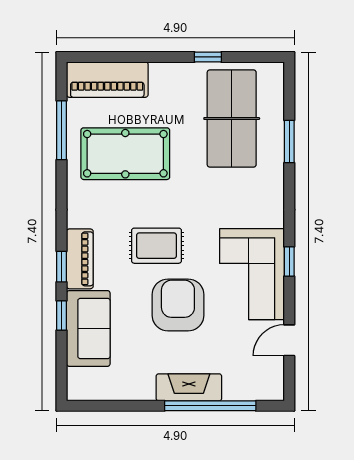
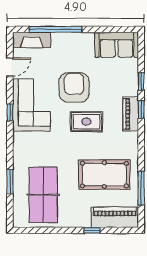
window: (208, 57) -> (92, 230), moved
armchair: (178, 305) -> (74, 87), turned 180
sofa: (88, 328) -> (117, 45), moved, turned -90
fireplace: (189, 387) -> (32, 40), moved

